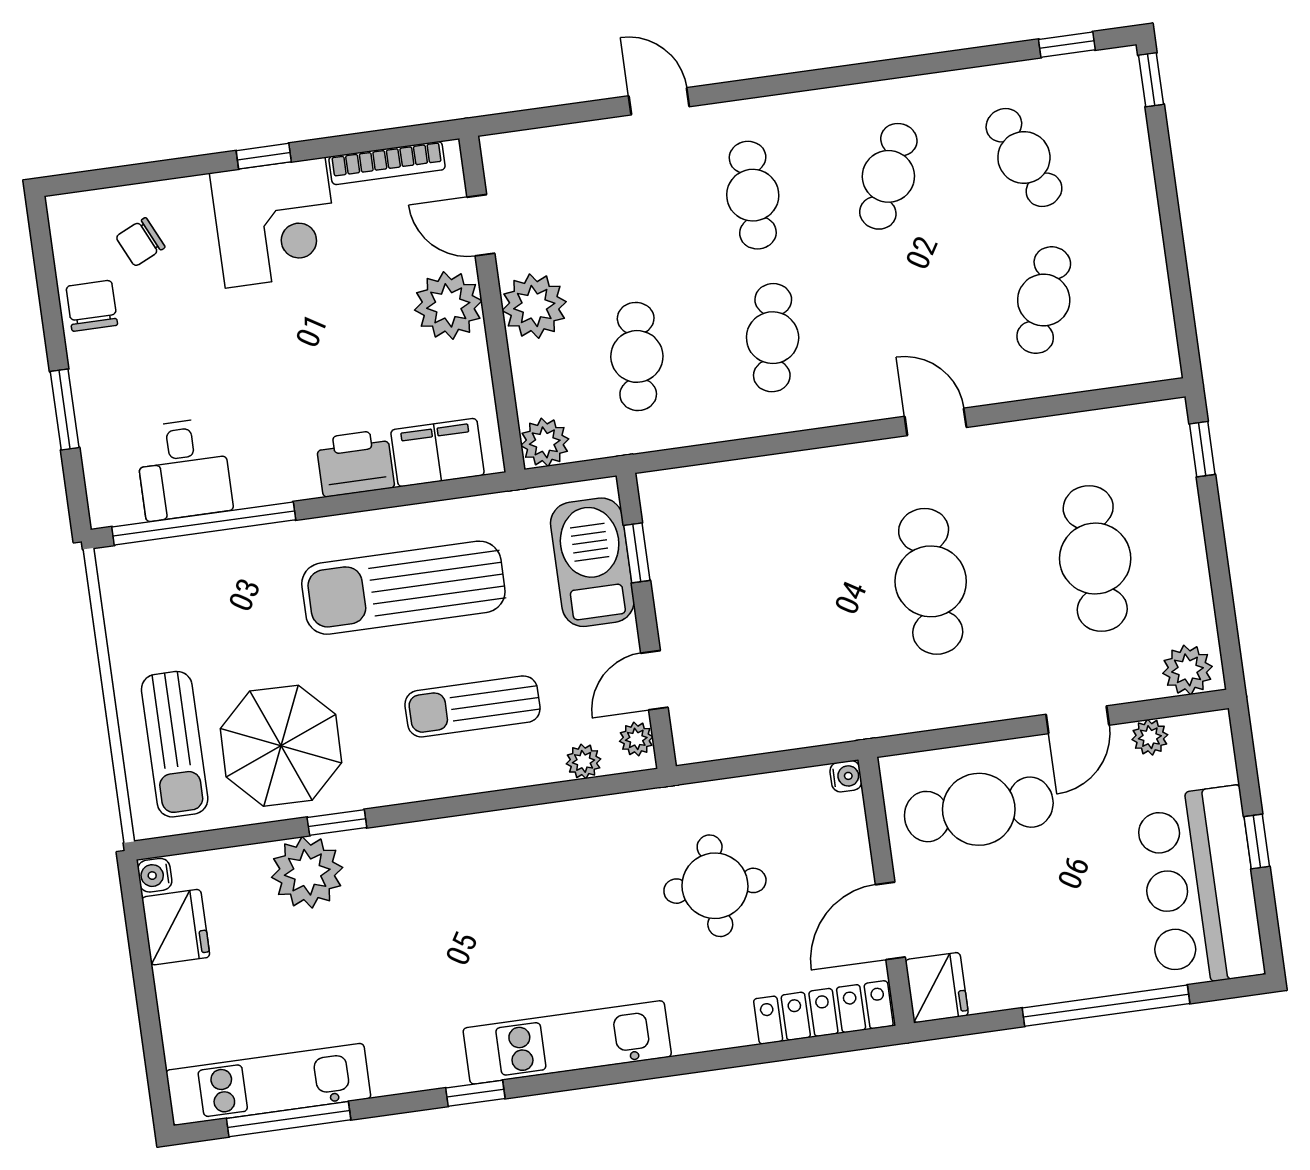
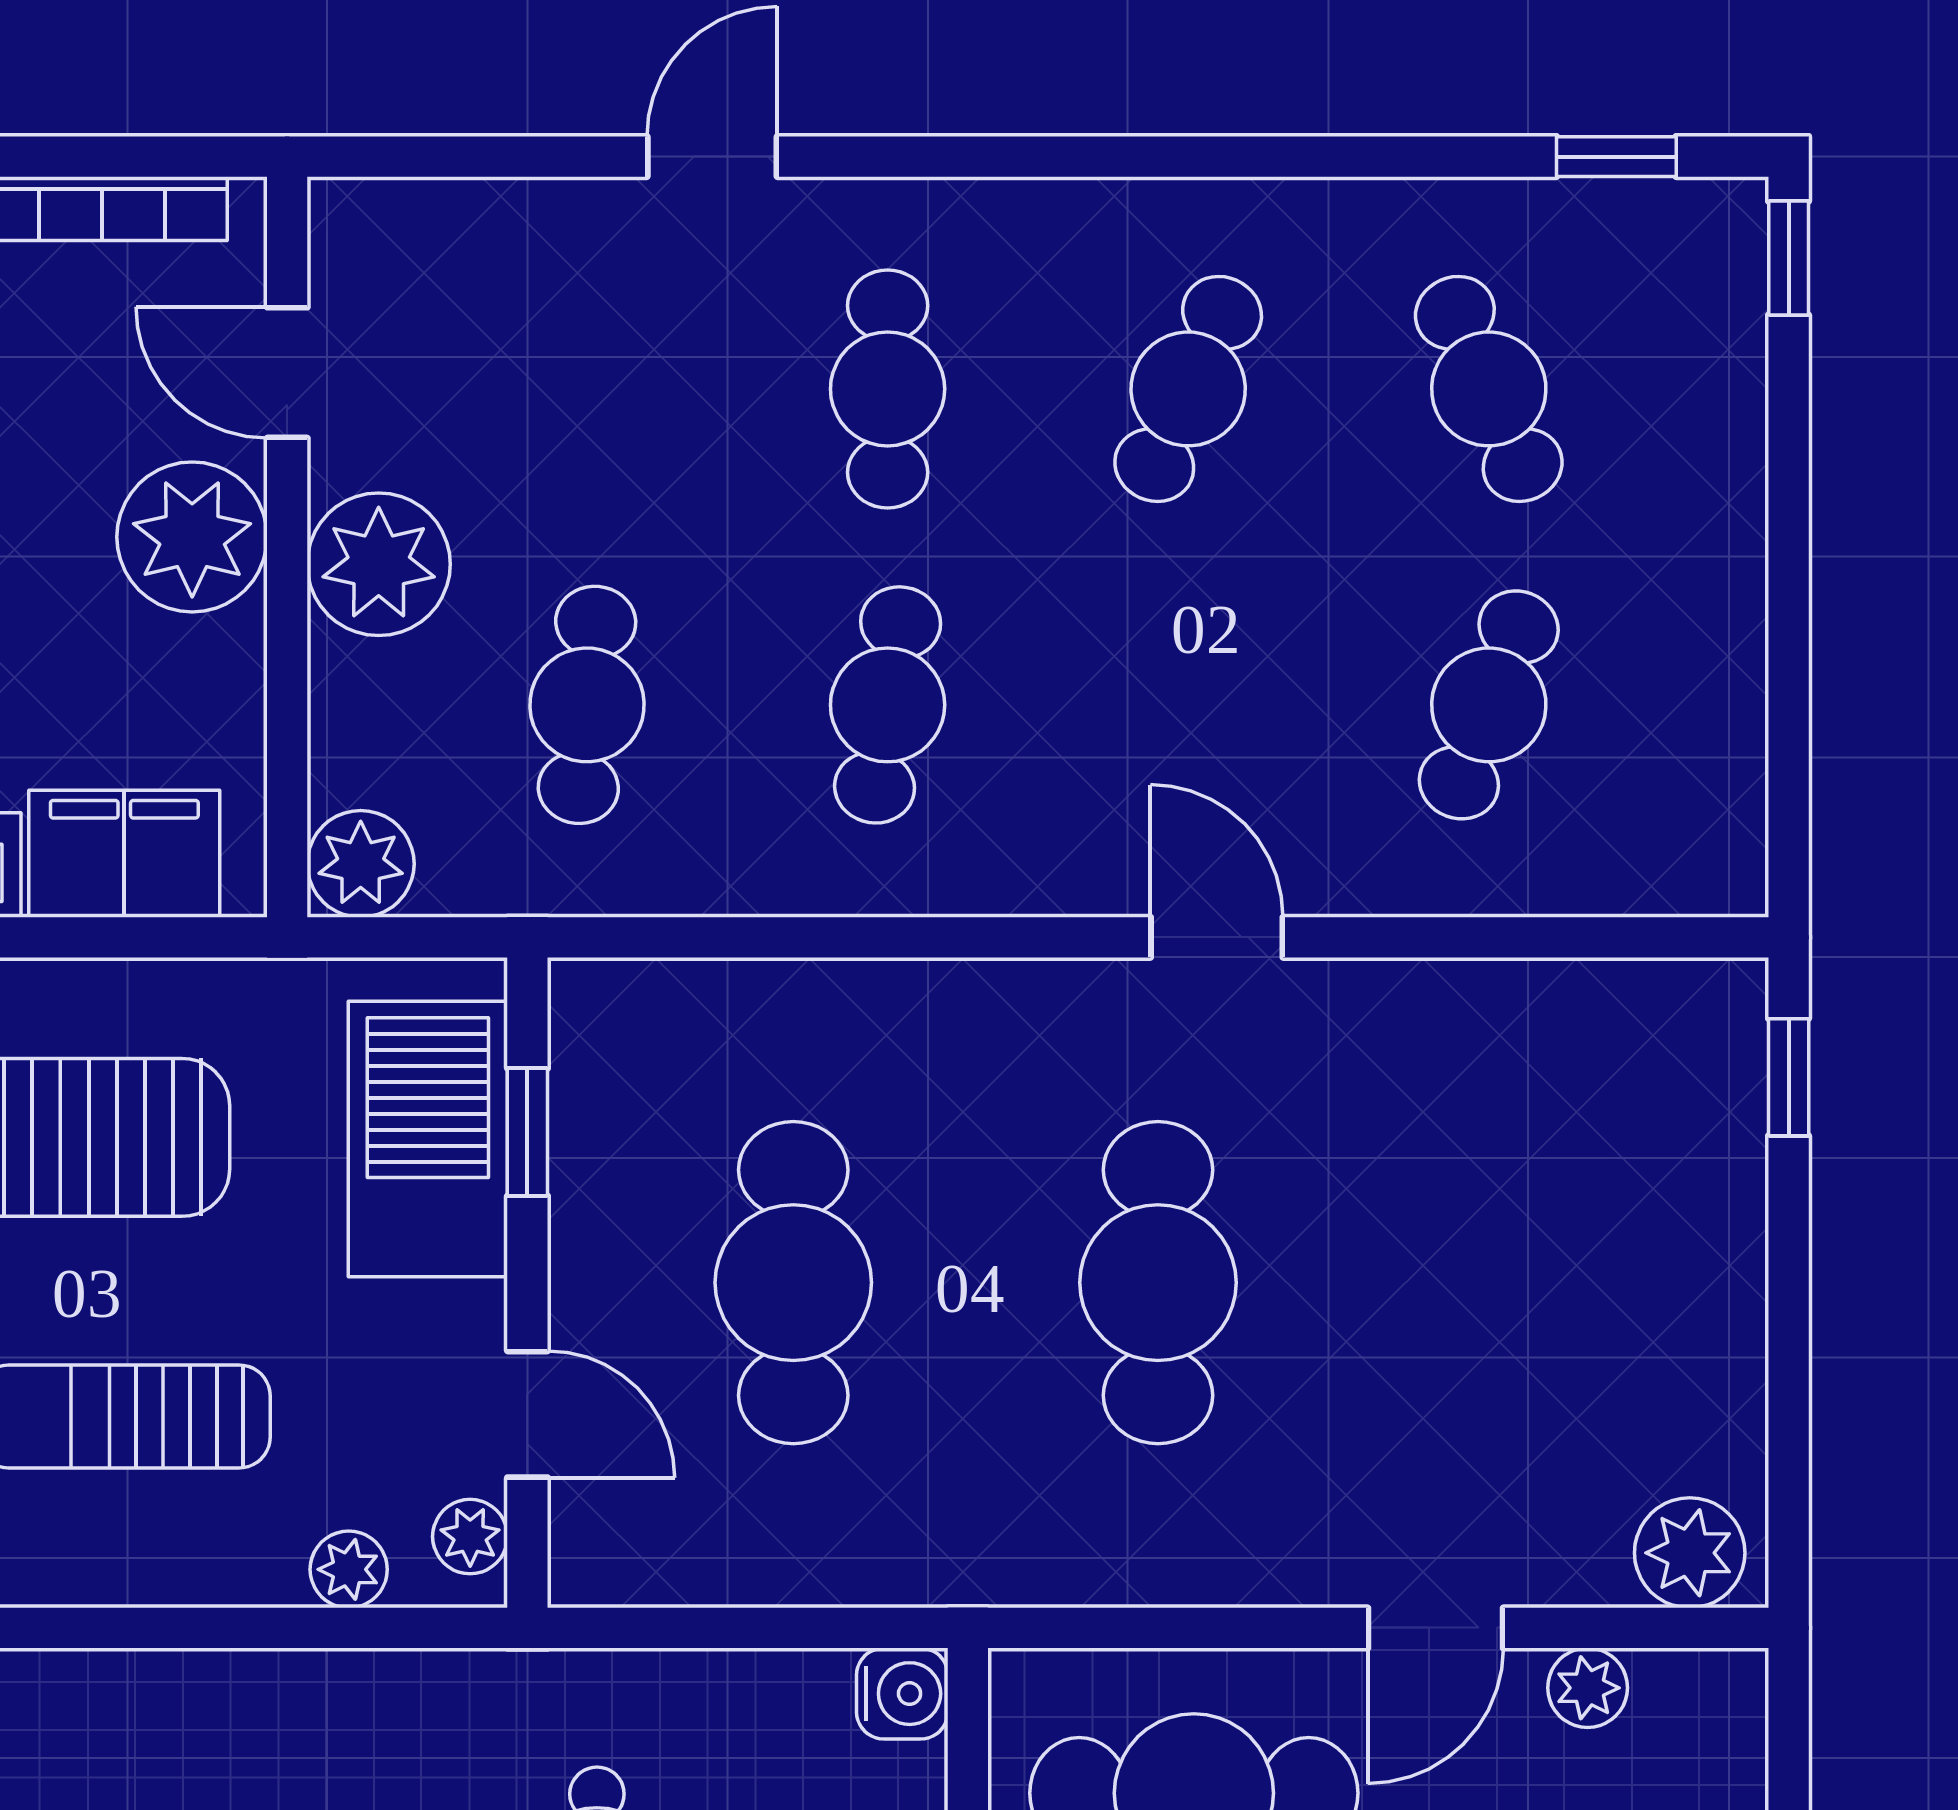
door: (659, 101) -> (712, 157), hinge flipped
cafe table: (1095, 559) -> (793, 1283), moved
door: (654, 680) -> (527, 1414), swing flipped
water cooler: (846, 776) -> (902, 1694), width x1.38, depth x1.38

